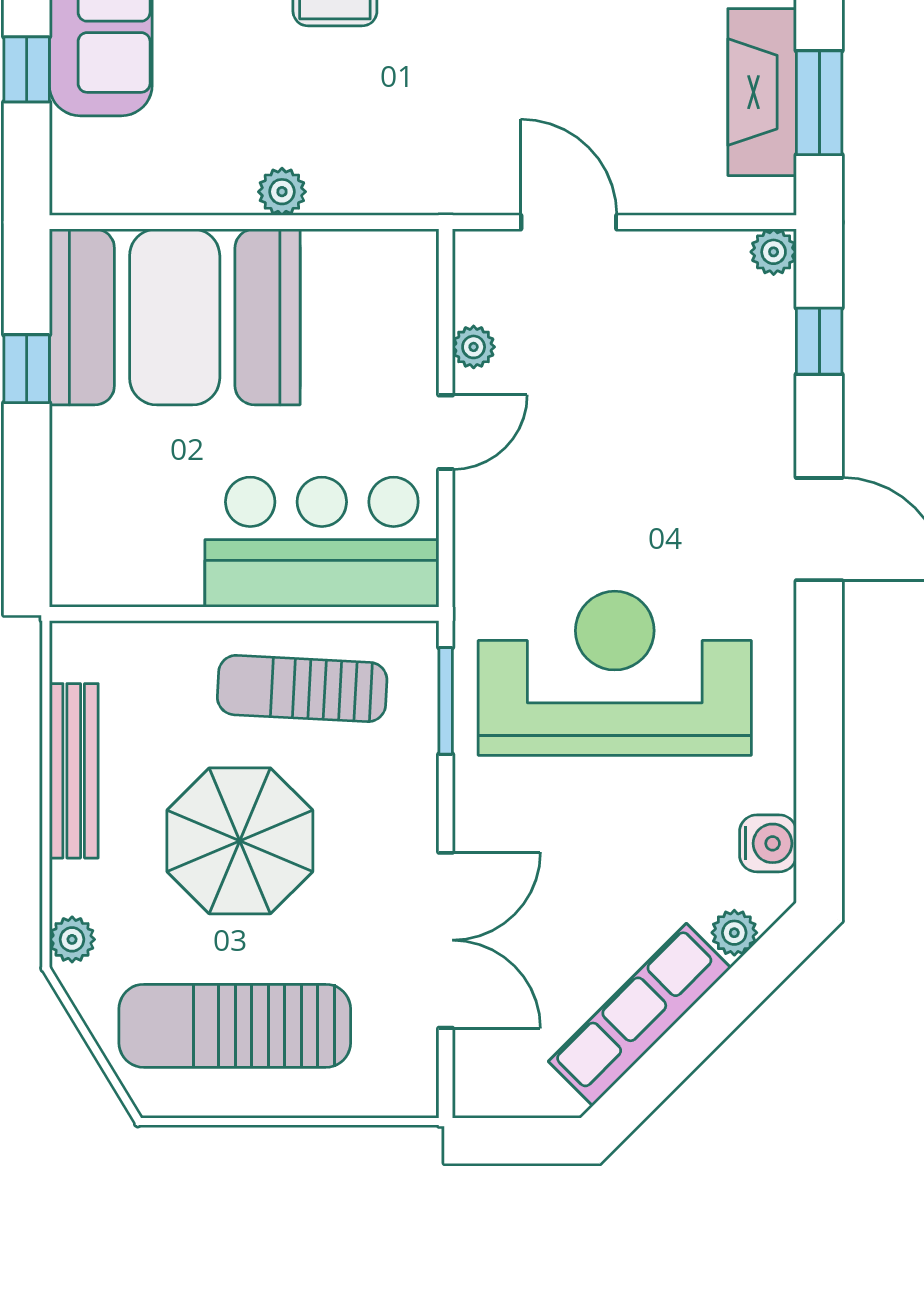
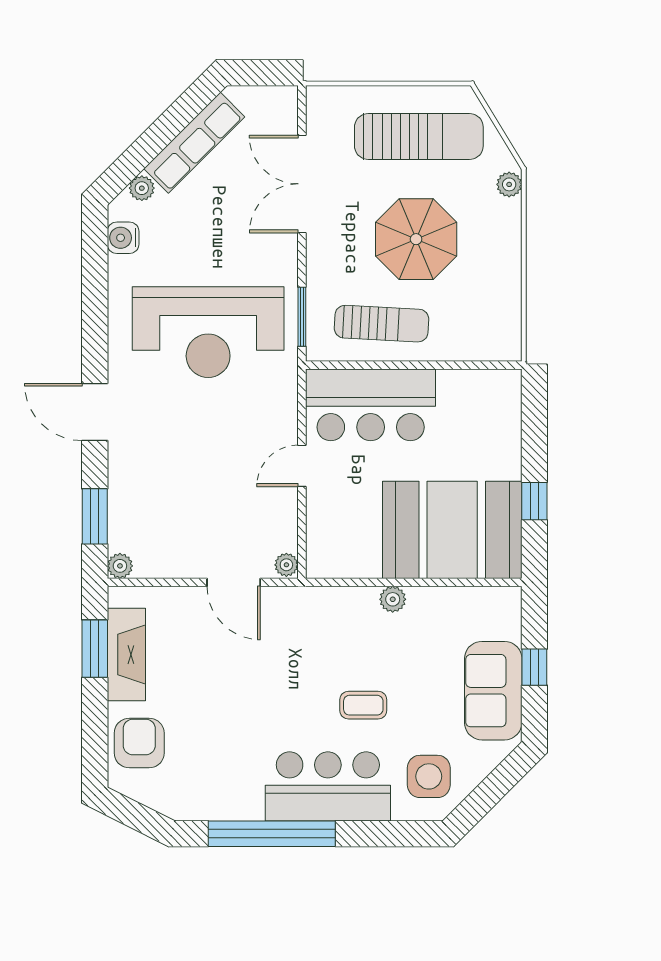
window: (819, 341) -> (95, 516), width x1.50
plant: (474, 347) -> (286, 565), moved
bench: (74, 771) -> (508, 278), removed

